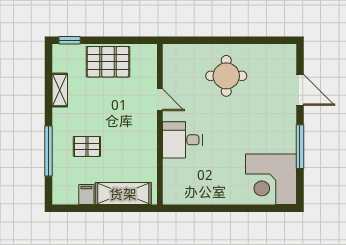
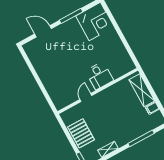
round table: (226, 76) -> (56, 71), removed
door: (300, 90) -> (43, 31), hinge flipped
pallet: (87, 146) -> (128, 121), removed

